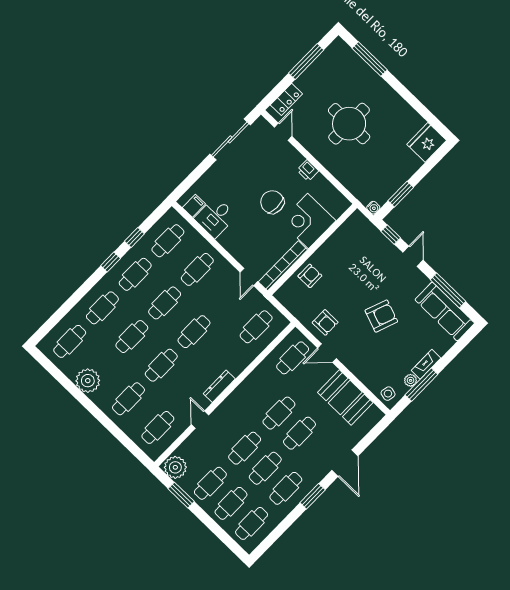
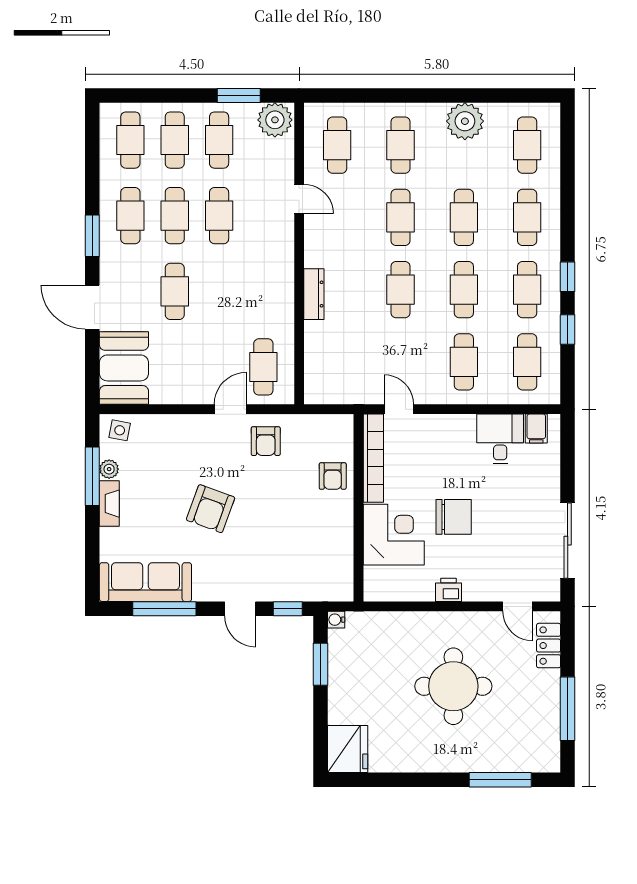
armchair: (325, 322) -> (266, 441), turned -90
cafe table: (256, 327) -> (337, 362), removed
dresser: (219, 386) -> (314, 294), moved
booth: (345, 397) -> (124, 368), moved, turned 90
cafe table: (279, 413) -> (219, 291), removed

